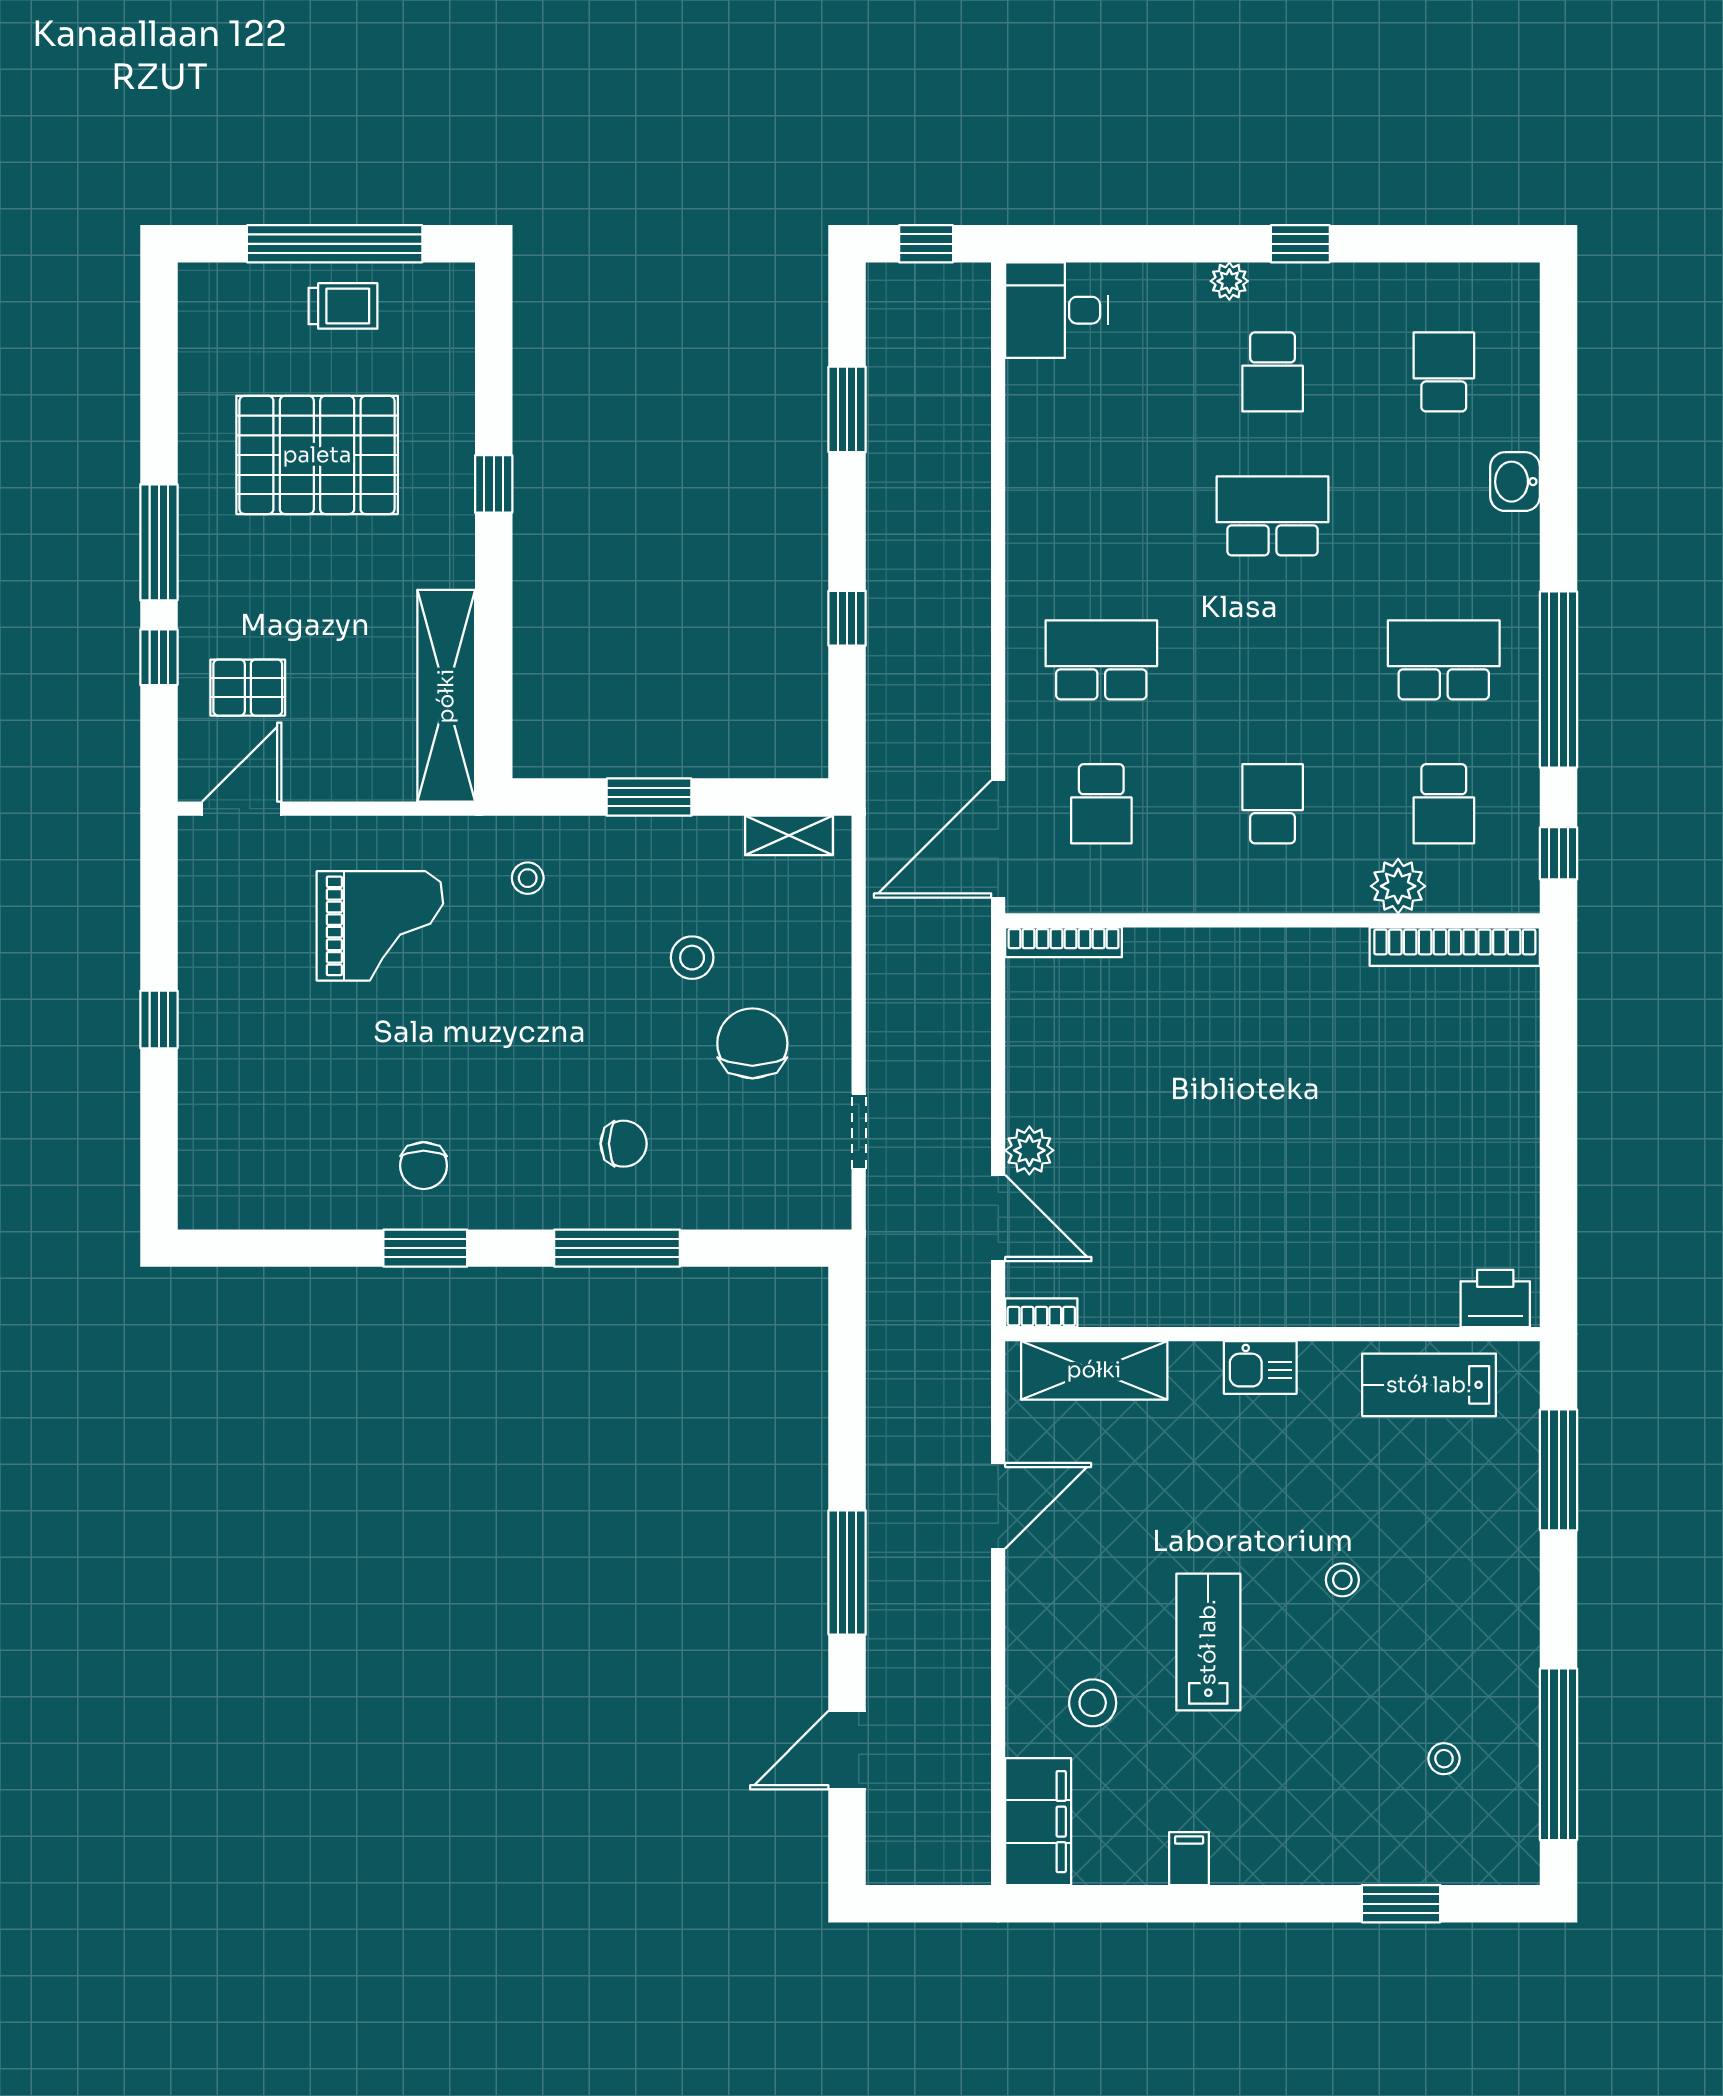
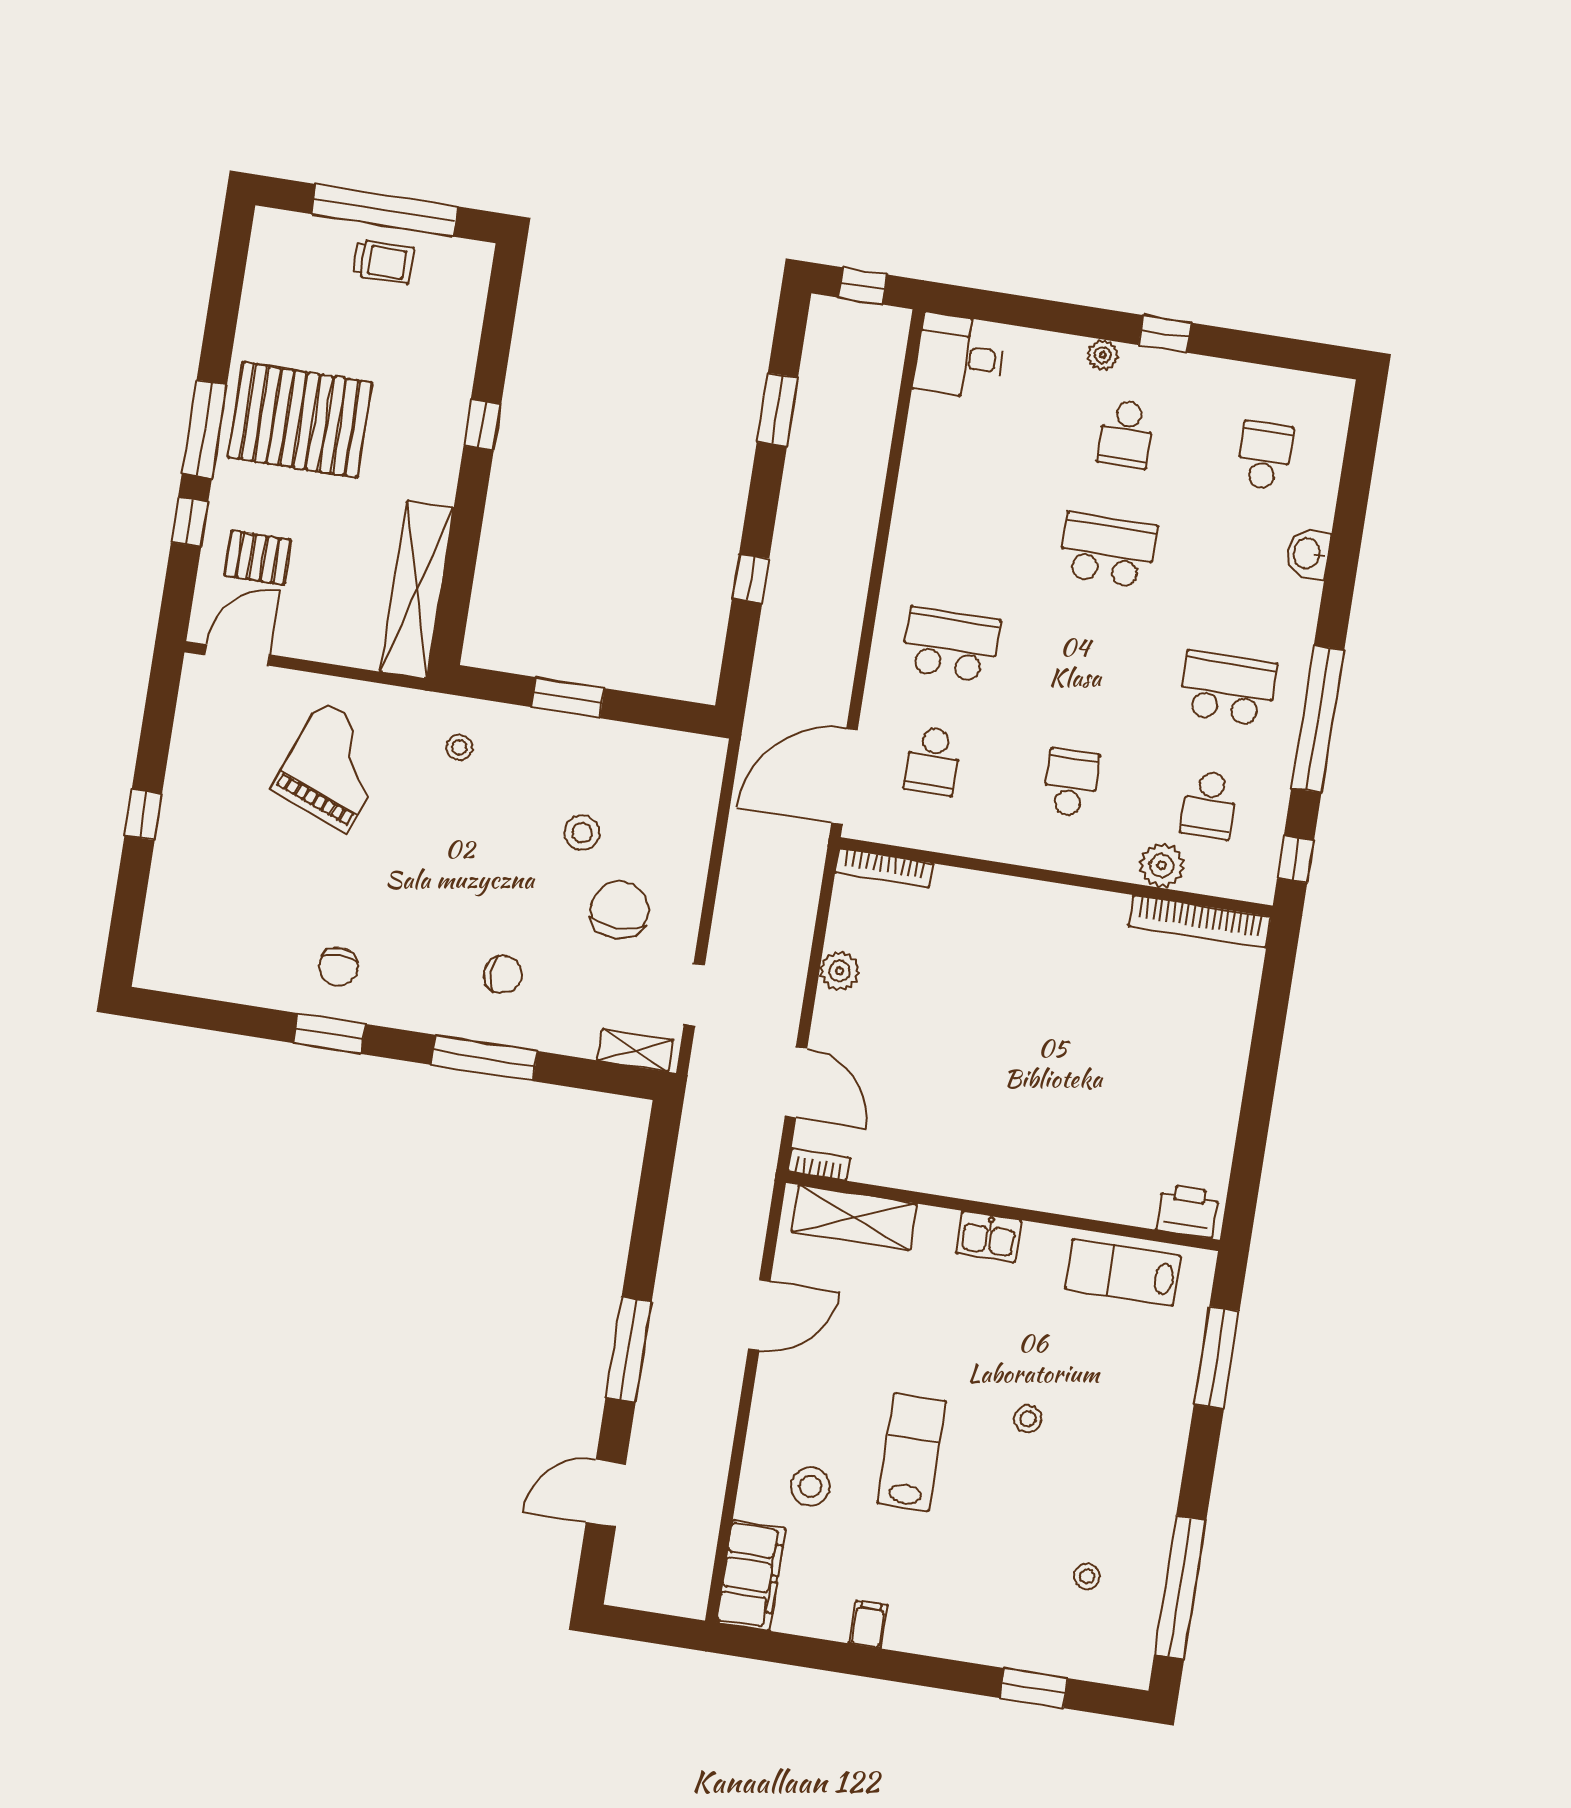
pallet: (317, 455) -> (300, 420), moved
shelving: (789, 835) -> (635, 1050), moved
grand piano: (380, 926) -> (334, 767), turned -69
plant: (1029, 1150) -> (839, 971), moved

